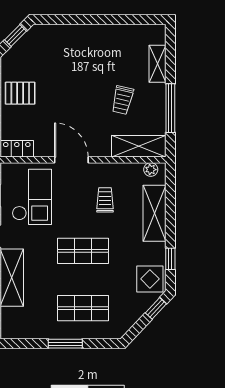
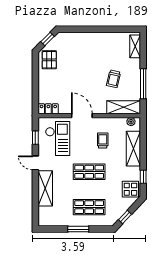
shelving: (157, 64) -> (135, 46), moved
pallet: (20, 93) -> (49, 60), moved, turned 90
window: (156, 308) -> (125, 217), moved

